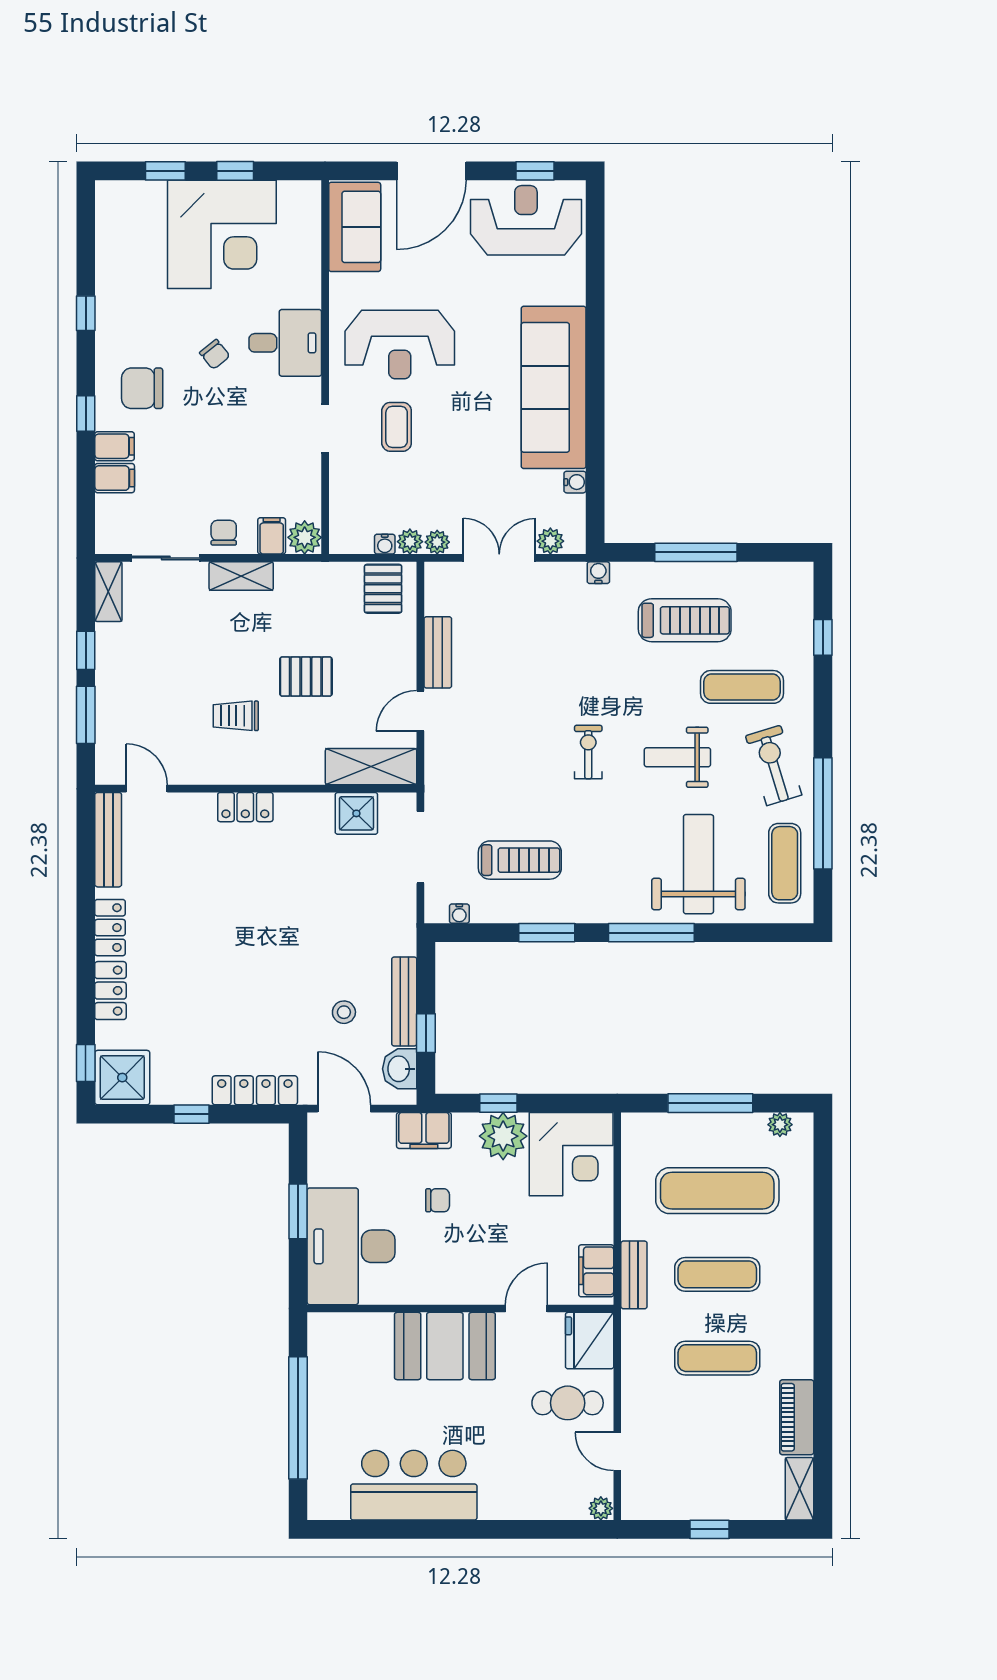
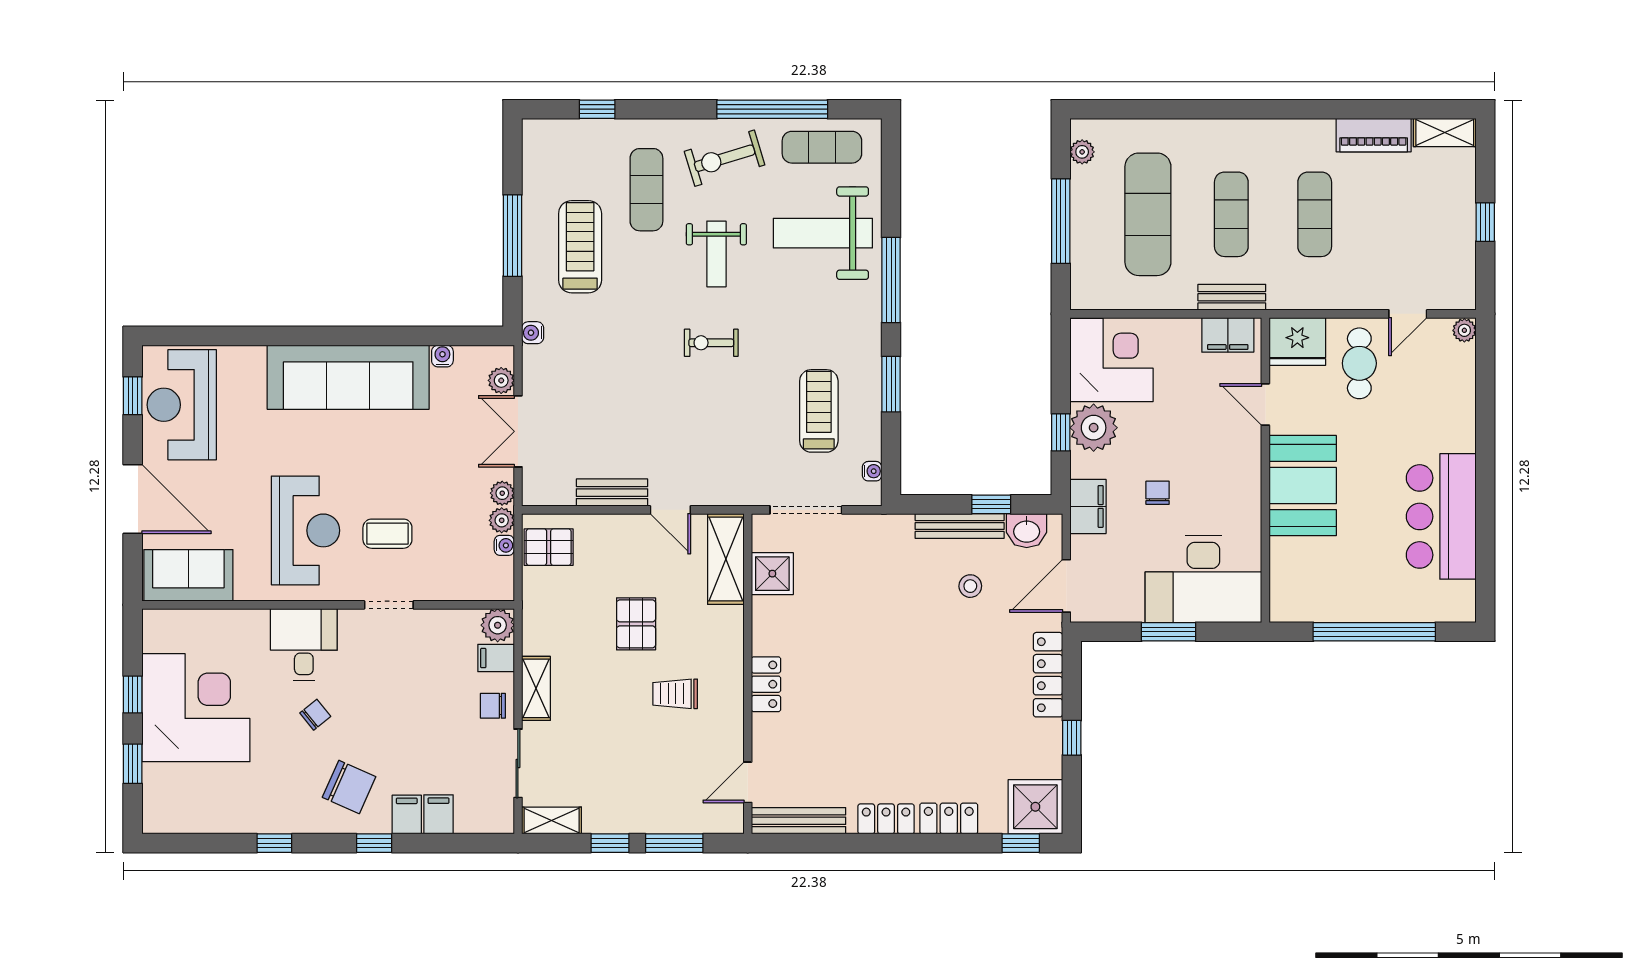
chair: (142, 388) -> (349, 787), turned -66
trolley: (236, 716) -> (675, 694), turned 90

